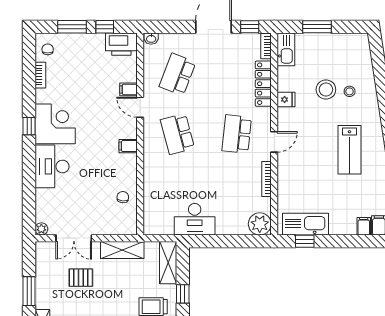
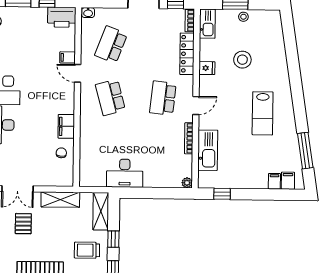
stool: (350, 91) -> (243, 17), moved
filing cabinet: (128, 146) -> (66, 126), moved, width x2.00
plant: (260, 224) -> (187, 183), width x0.53, depth x0.53
kitchen sink: (306, 224) -> (208, 150), moved, turned 90
pallet: (81, 278) -> (23, 224), turned 90

